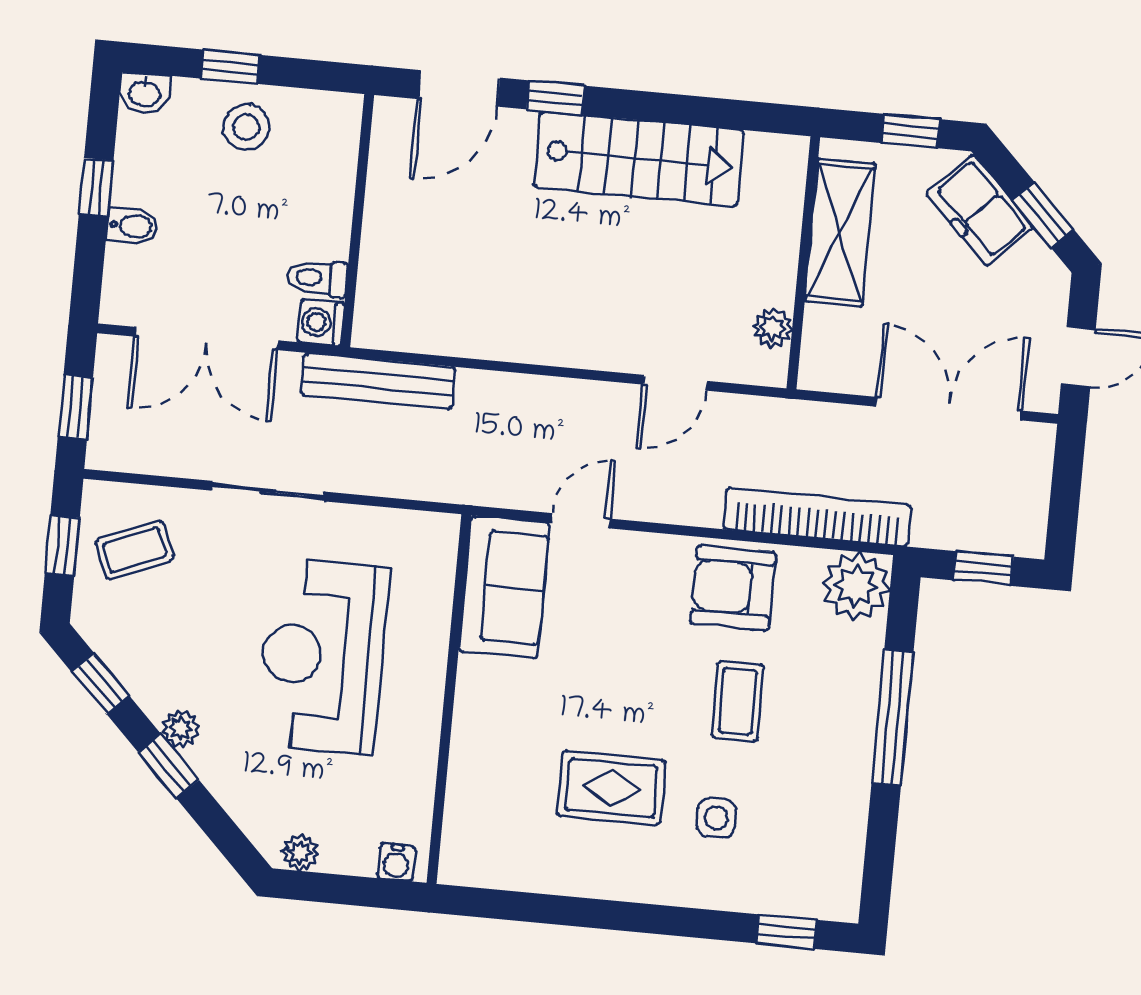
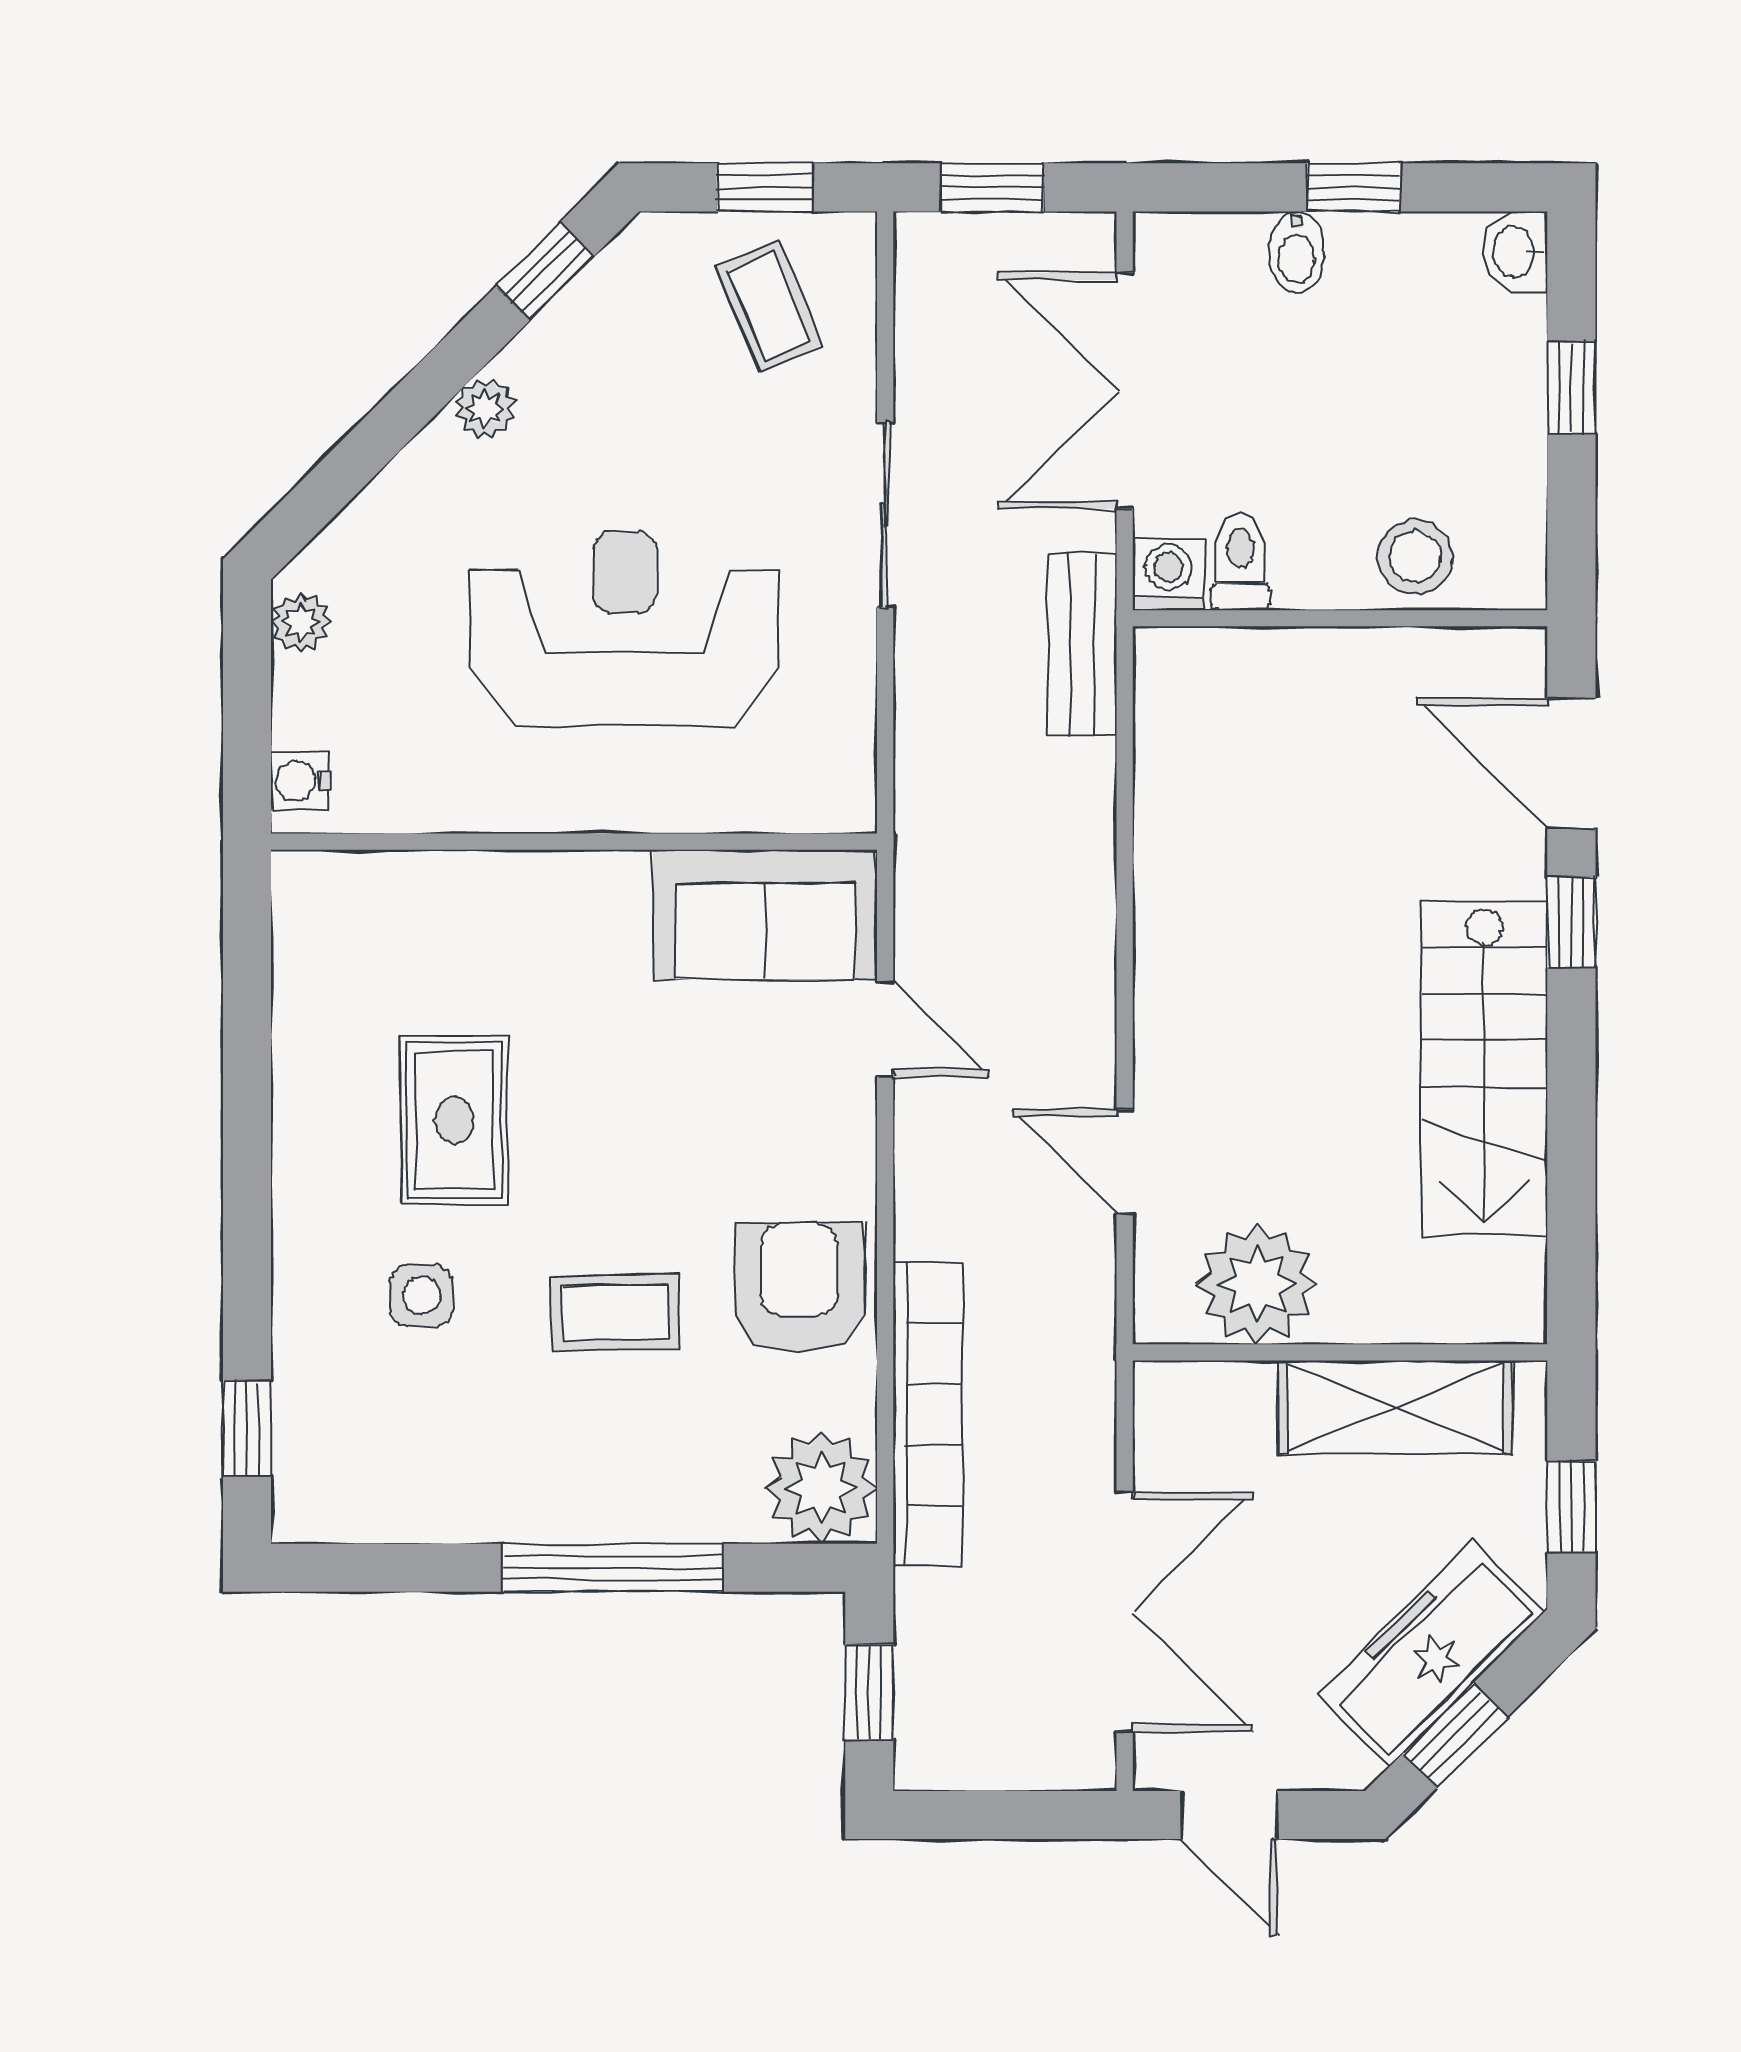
stool: (246, 127) -> (1415, 557), moved
freezer: (980, 210) -> (1431, 1654), width x1.40
plant: (773, 328) -> (1257, 1284), width x1.87, depth x1.87
bench: (378, 381) -> (1082, 644), width x0.73
window: (168, 766) -> (422, 395), removed

